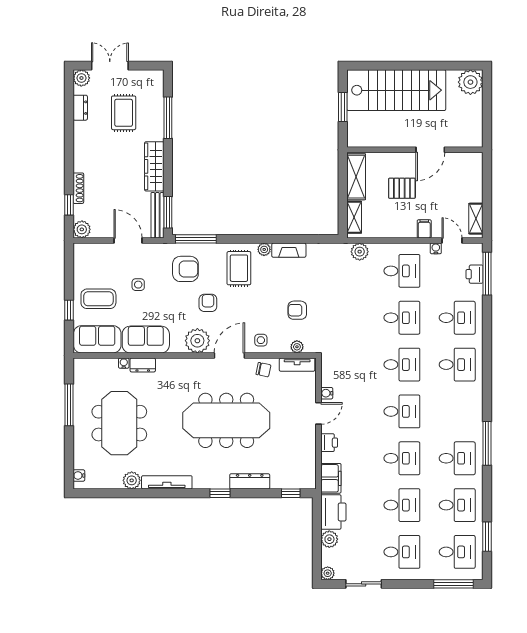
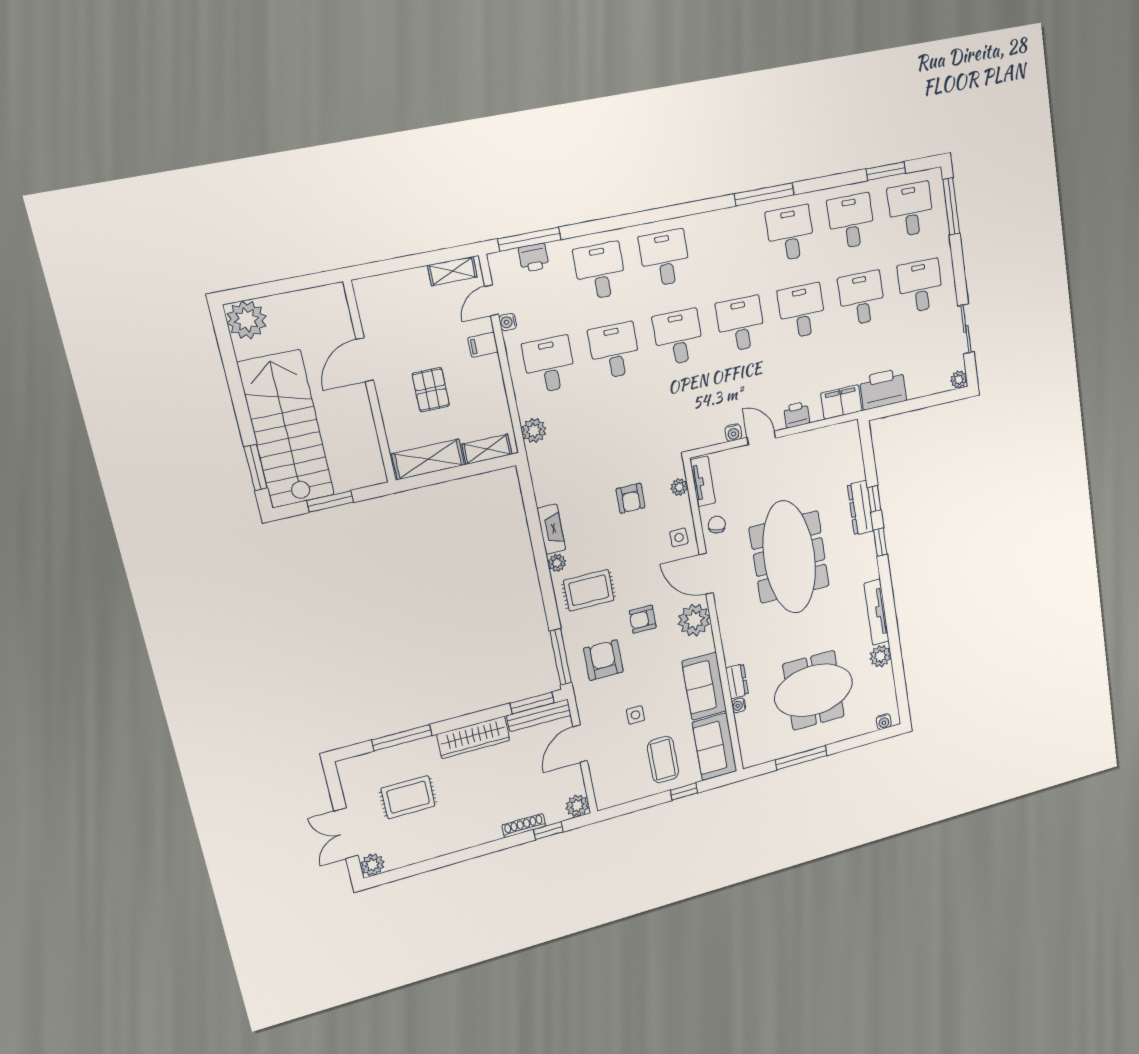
window: (376, 66) -> (256, 468), added
dresser: (80, 108) -> (414, 855), removed
door: (430, 150) -> (365, 360), swing flipped
window: (291, 493) -> (874, 499), moved
plant: (329, 539) -> (917, 387), removed

